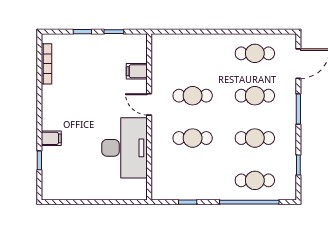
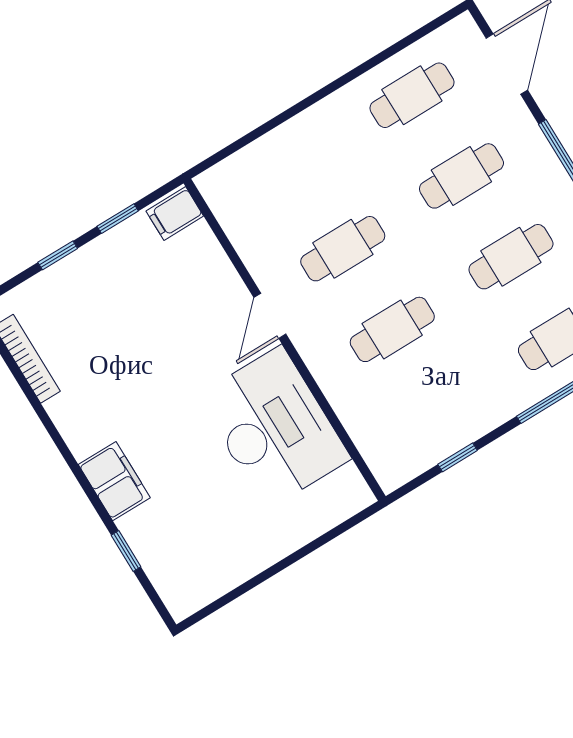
filing cabinet: (137, 71) -> (175, 214), moved
door: (149, 104) -> (270, 316), hinge flipped
filing cabinet: (51, 138) -> (114, 481), width x2.00

